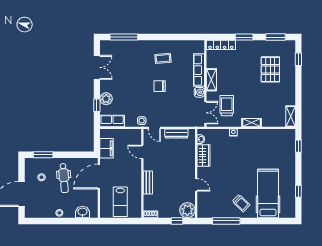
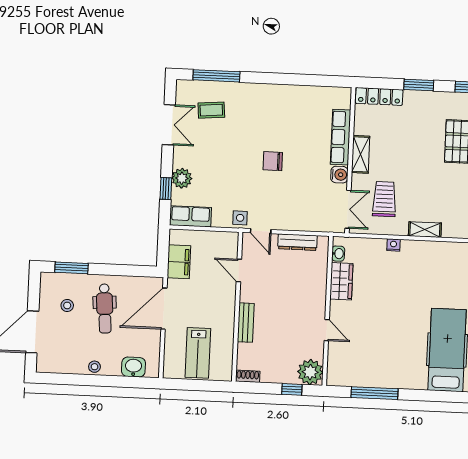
coffee table: (163, 58) -> (211, 110), moved
trolley: (241, 203) -> (401, 364), removed

